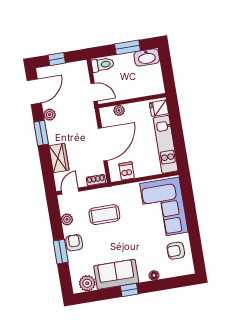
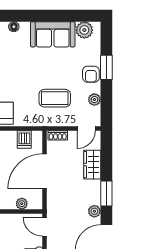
window: (129, 290) -> (42, 16), removed

